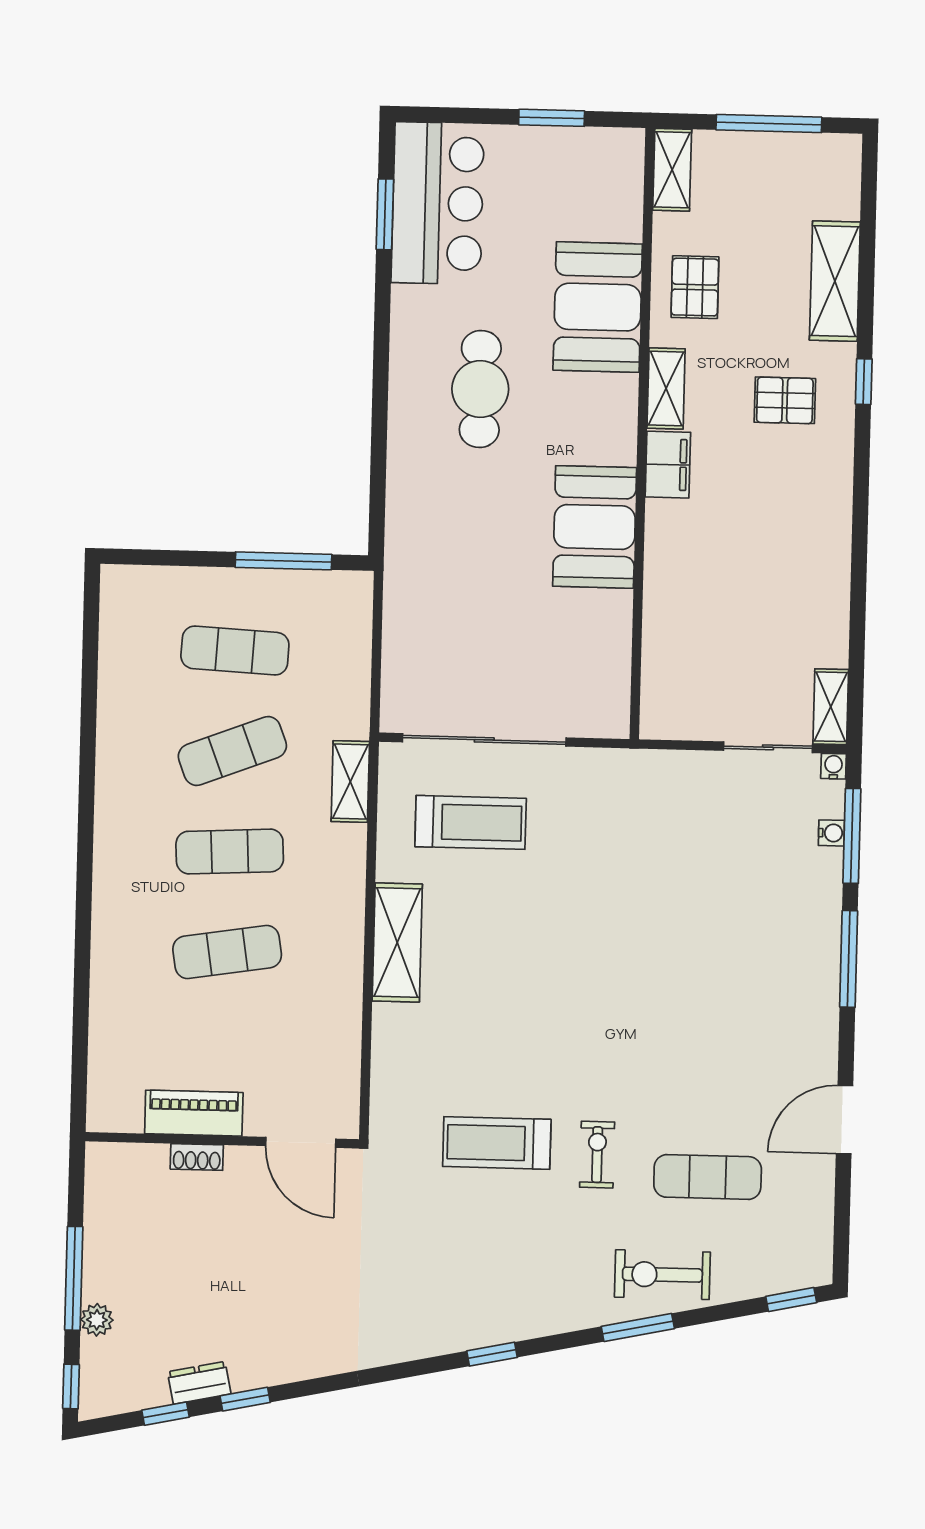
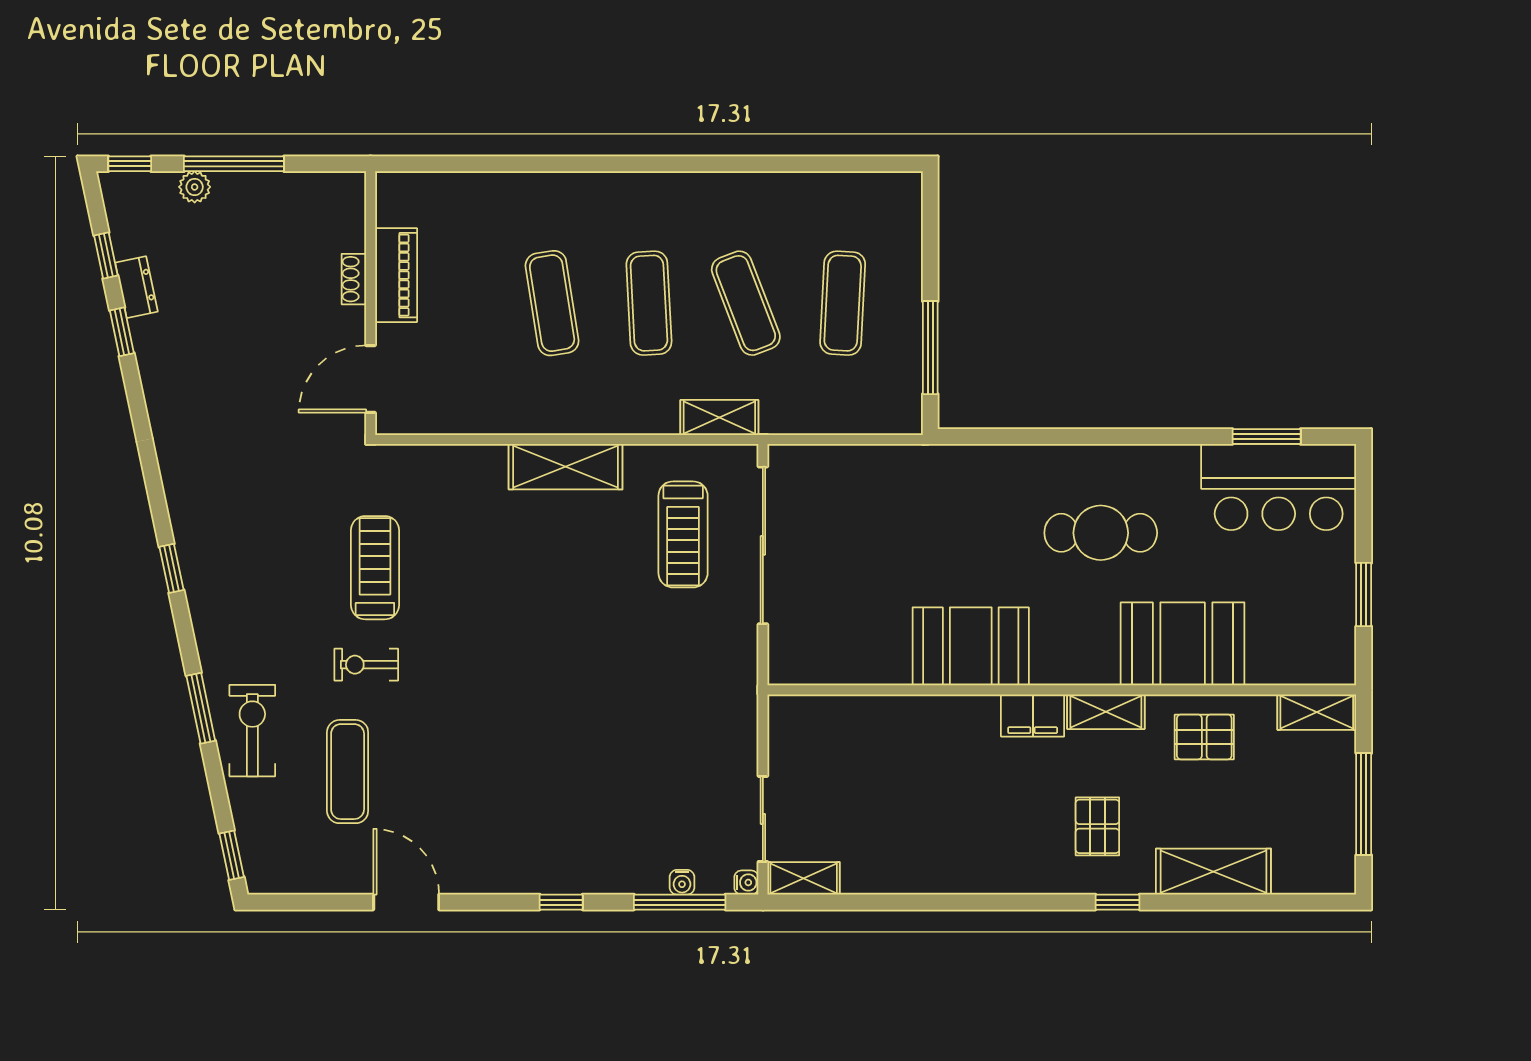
window: (849, 959) -> (561, 902), width x0.46
exercise bike: (597, 1155) -> (366, 665), turned 180

